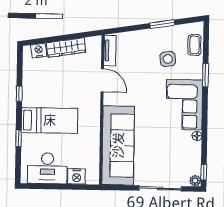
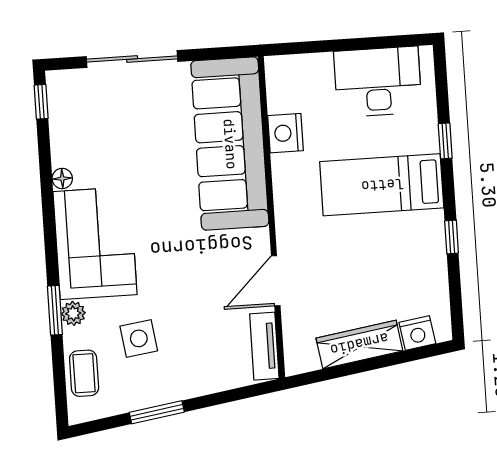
door: (102, 80) -> (276, 281), hinge flipped
nightstand: (77, 176) -> (286, 133), moved, turned -90
plant: (195, 181) -> (73, 313), moved

